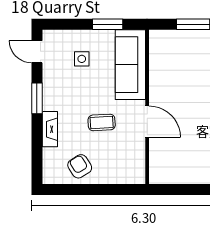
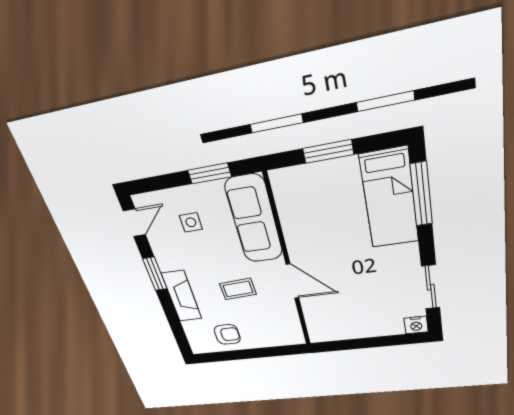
door: (37, 52) -> (134, 223), swing flipped
fireplace: (50, 129) -> (182, 296), width x1.37, depth x1.32
armchair: (80, 166) -> (227, 334), turned 122

